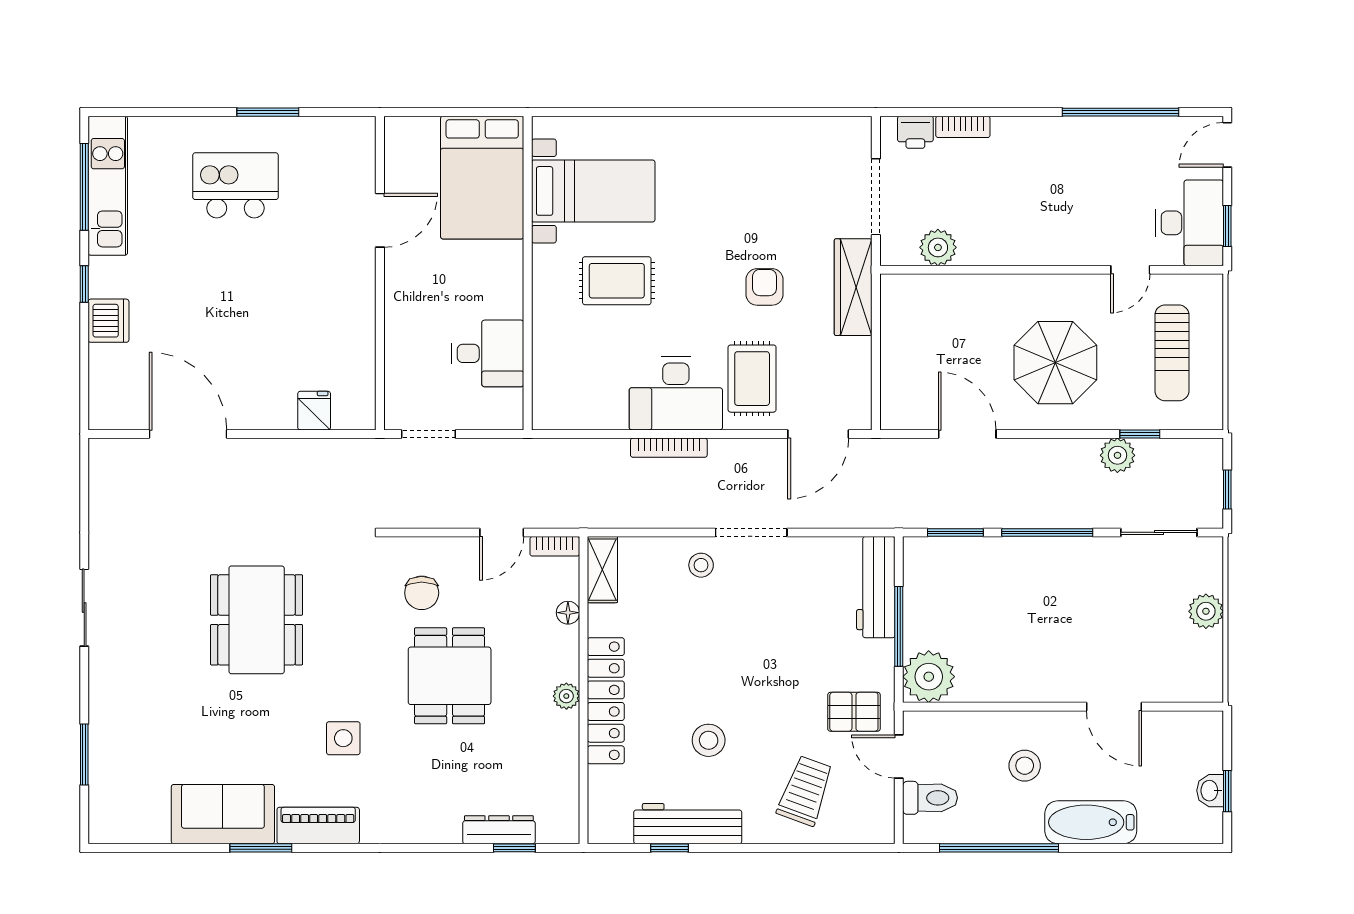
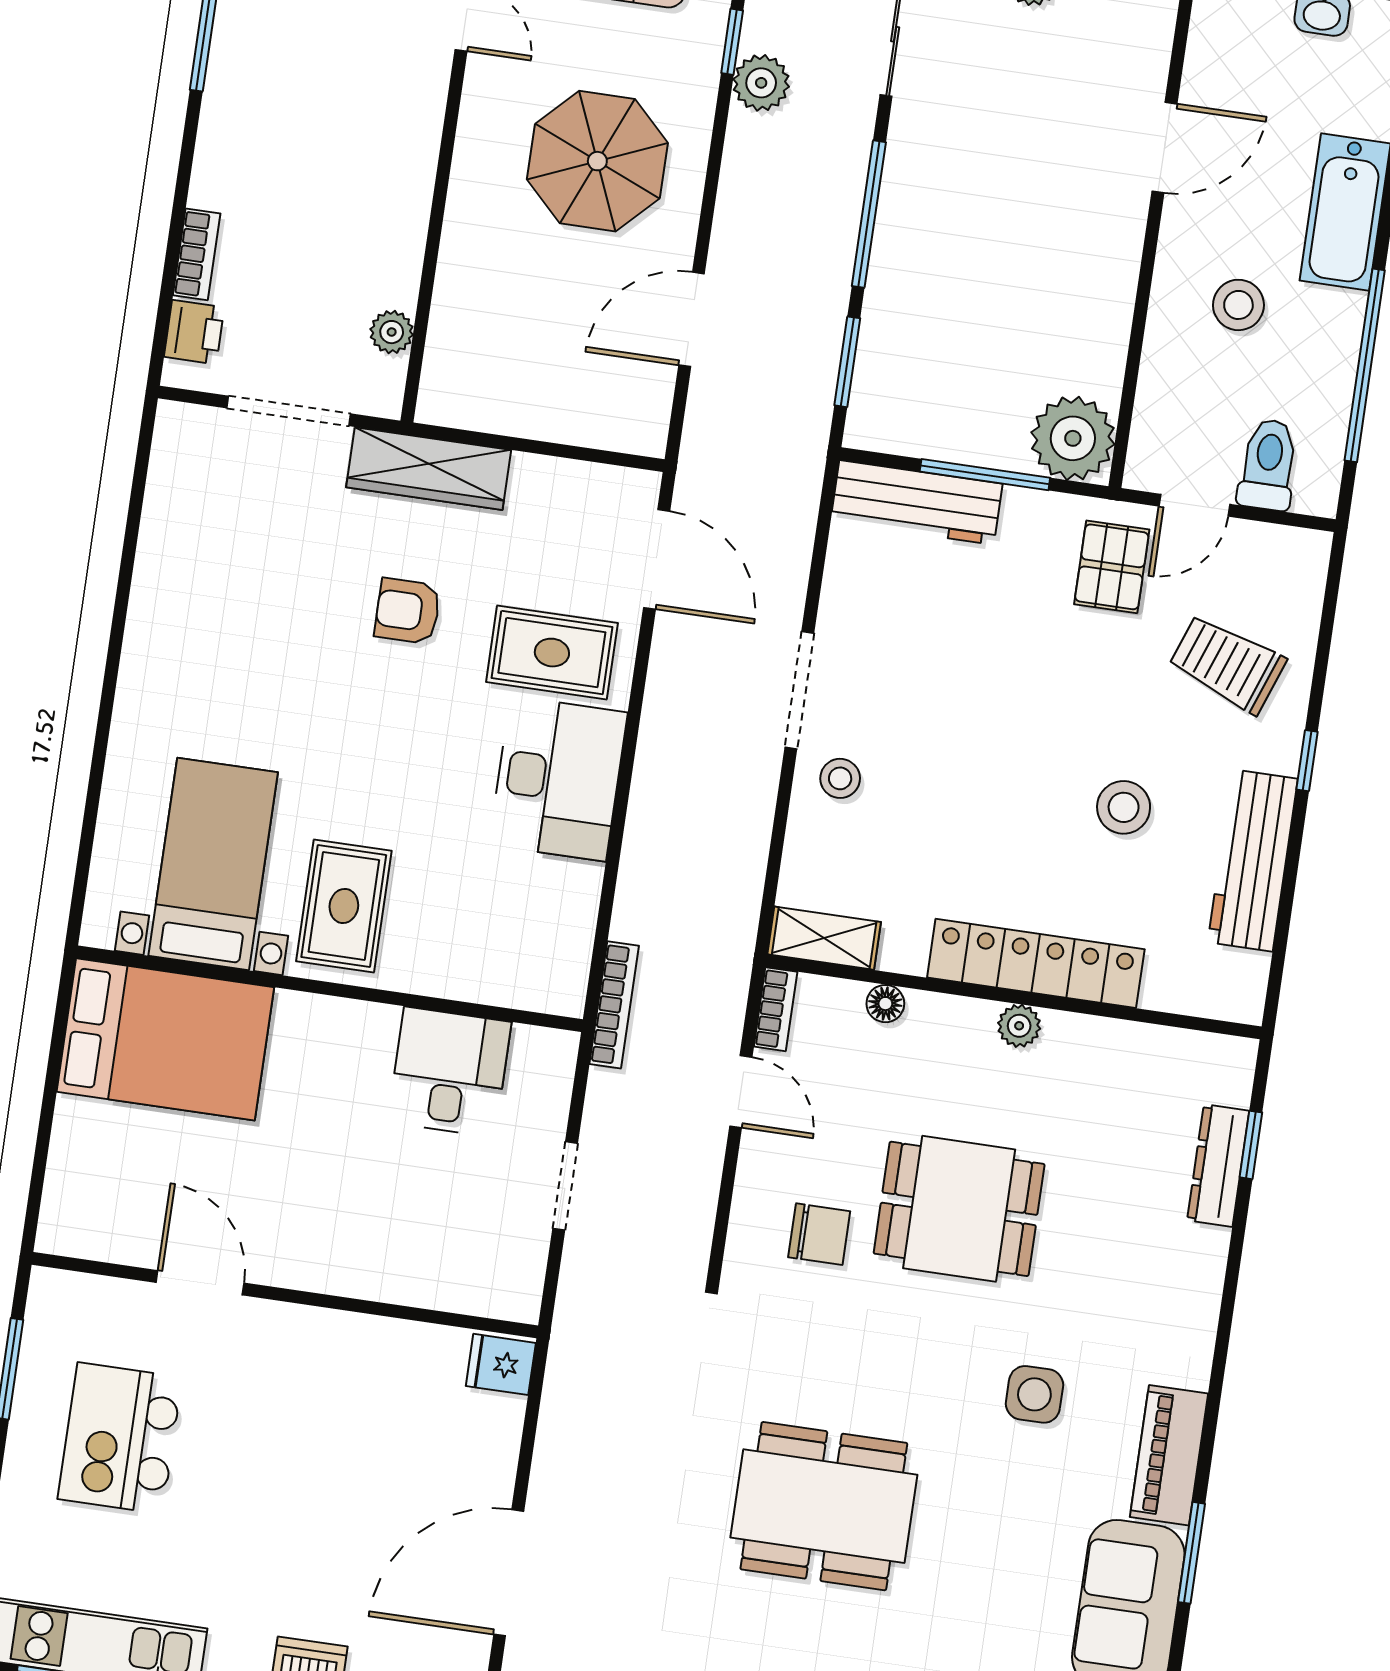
door: (380, 220) -> (200, 1283), moved
plant: (938, 247) -> (392, 332), width x0.73, depth x0.73
wall: (380, 273) -> (285, 1295), moved
rug: (617, 281) -> (344, 906), moved
bookcase: (669, 448) -> (614, 1005), moved
window: (669, 848) -> (1307, 761), moved

